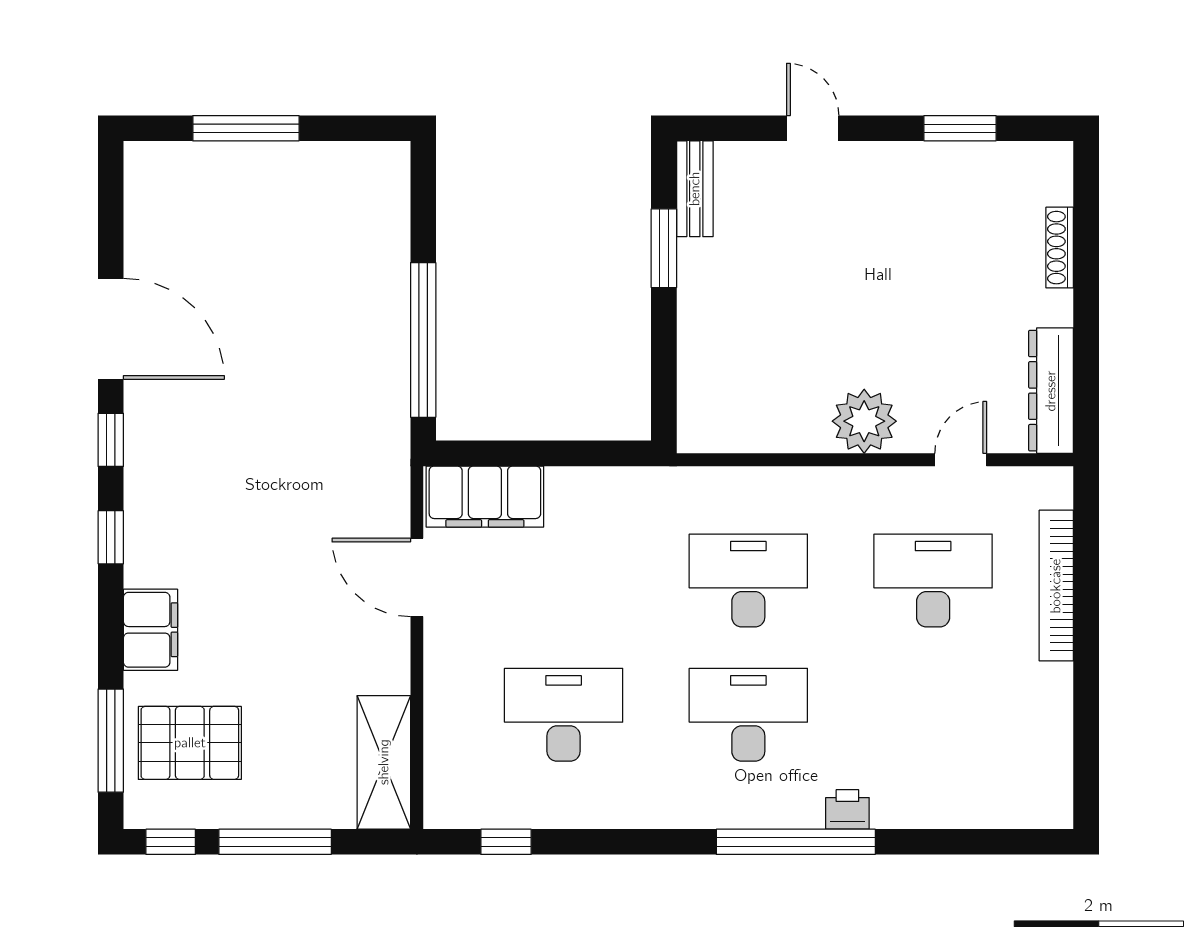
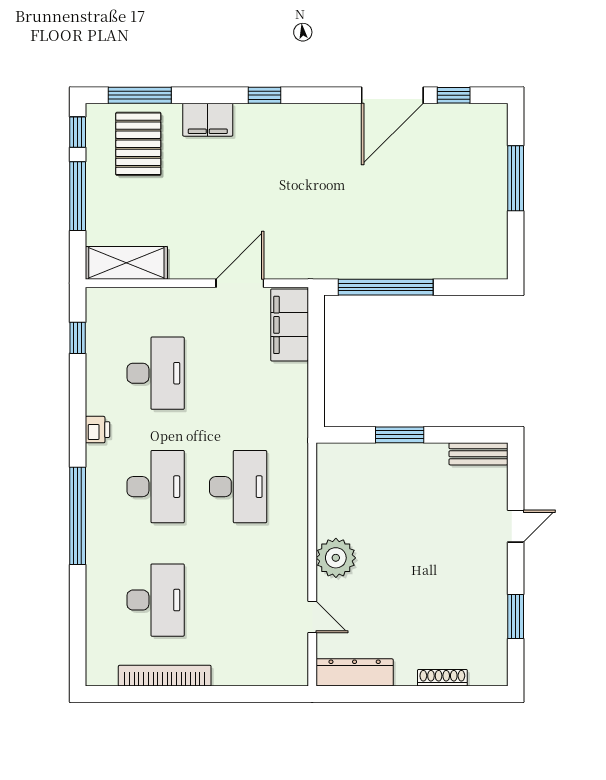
window: (664, 248) -> (400, 435), moved
window: (111, 440) -> (454, 95), moved
desk: (933, 580) -> (156, 600), moved
bookcase: (1056, 586) -> (165, 676), moved
printer: (847, 809) -> (97, 430), moved

